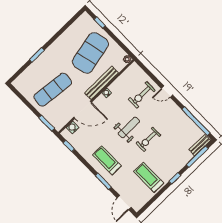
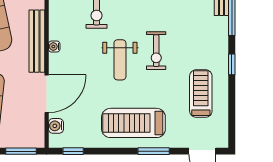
weight bench: (129, 127) -> (120, 60), turned 180
treadmill: (107, 160) -> (133, 123), width x1.37, depth x1.38
treadmill: (149, 177) -> (201, 94), turned 90

